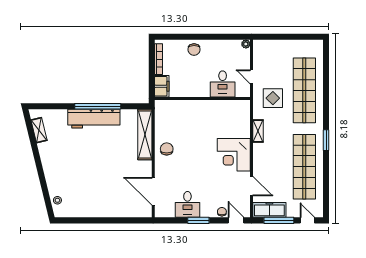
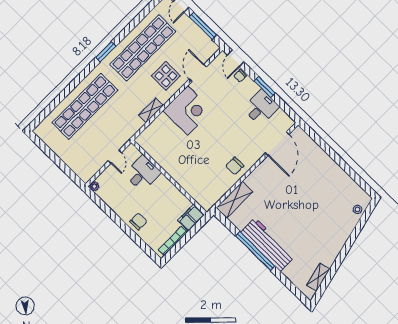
display table: (273, 98) -> (166, 76), moved
shelving: (145, 135) -> (234, 200), width x0.68
freezer: (269, 210) -> (202, 41), removed

